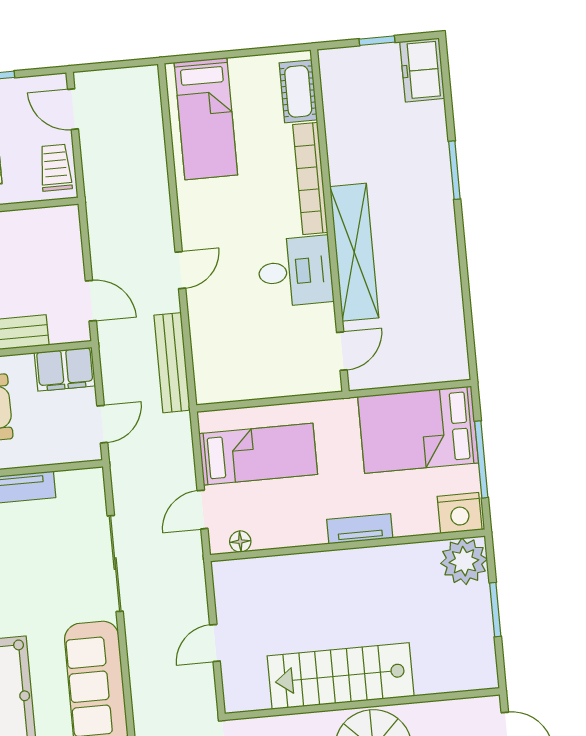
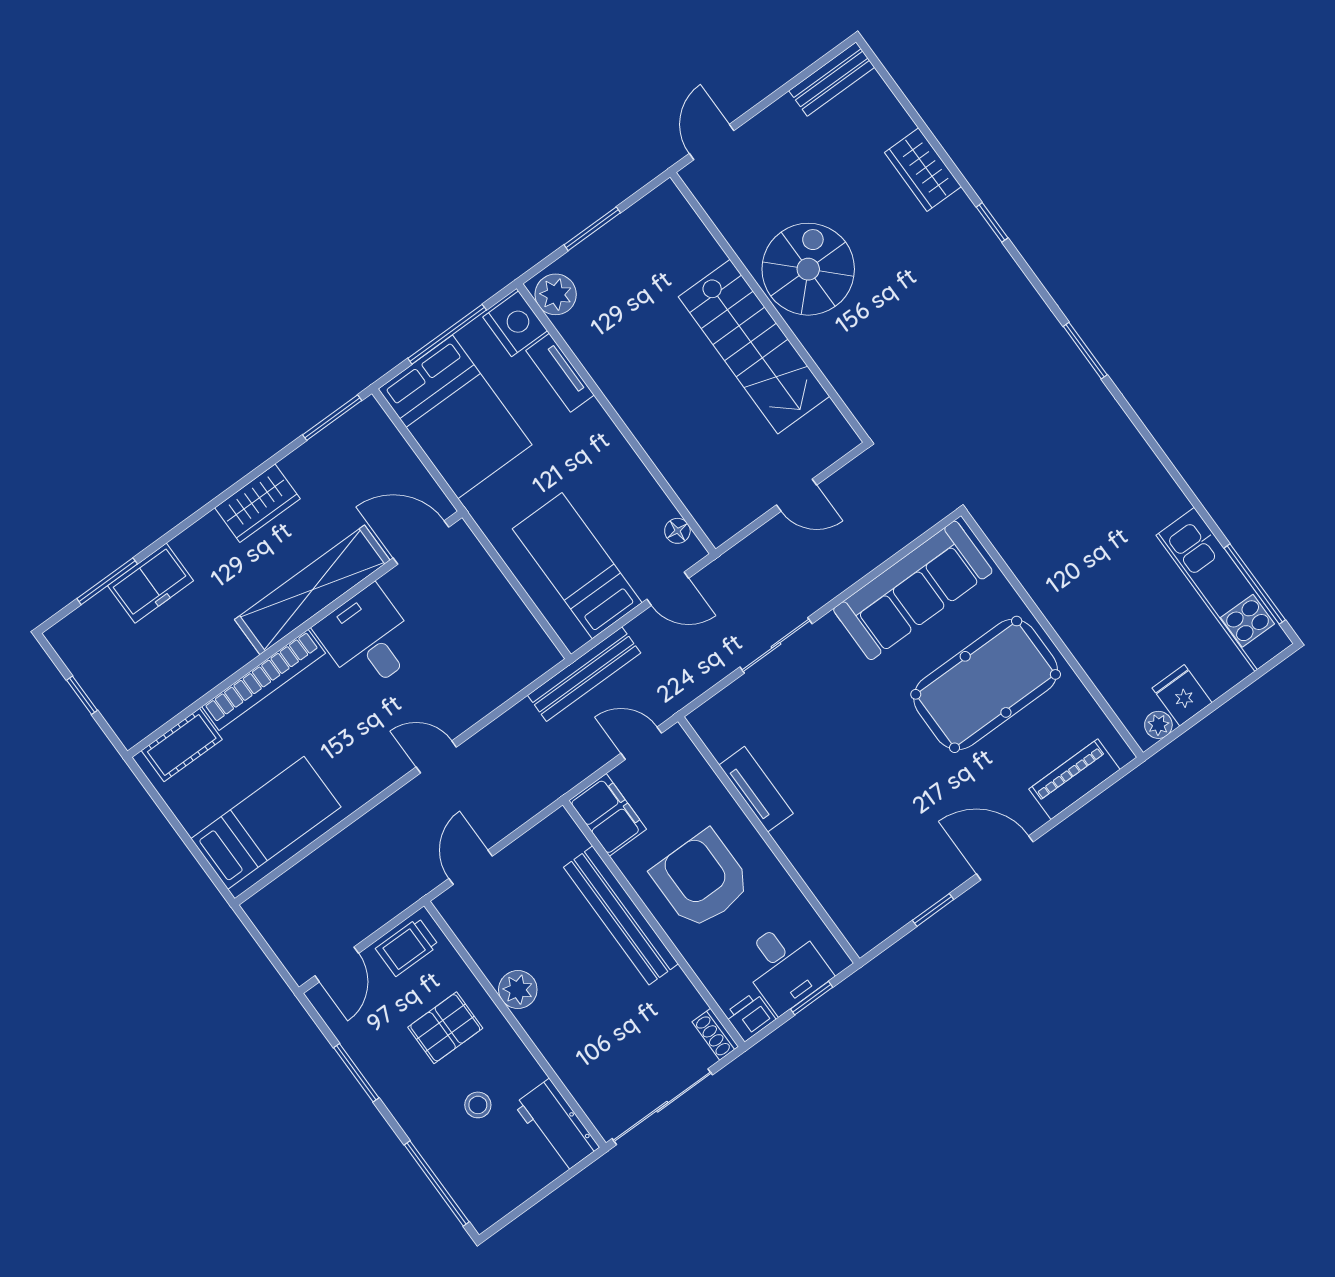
freezer: (422, 70) -> (151, 583), moved
window: (454, 170) -> (107, 581), moved
wardrobe: (440, 250) -> (257, 503), added
door: (91, 301) -> (471, 867), moved
window: (470, 341) -> (332, 418), added
door: (342, 351) -> (421, 543), width x1.38
bench: (172, 363) -> (584, 674), moved
tv unit: (360, 529) -> (560, 373), moved
plant: (464, 561) -> (556, 294), width x0.73, depth x0.73
sliding door: (115, 564) -> (776, 645), width x0.73

